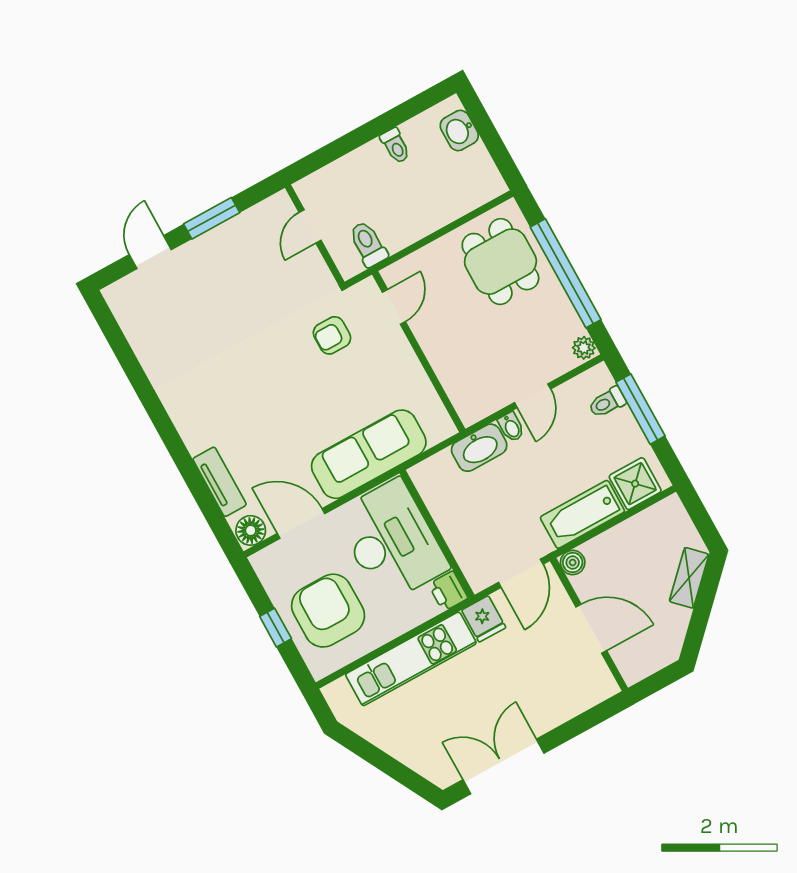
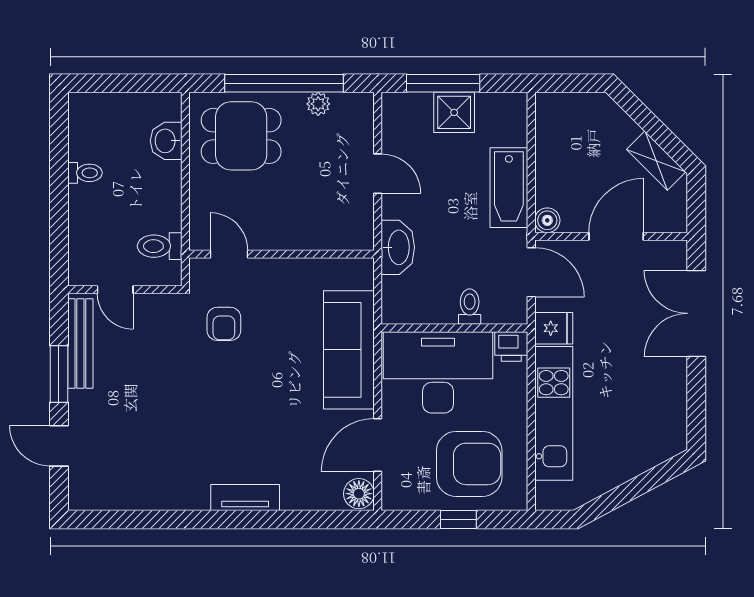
washbasin: (459, 131) -> (166, 141), moved, turned 90
bench: (248, 222) -> (80, 344), added
plant: (584, 348) -> (318, 104), moved
toilet: (607, 402) -> (470, 307), moved, turned 180
bidet: (511, 427) -> (395, 208), removed
tv unit: (220, 482) -> (245, 498), moved
shower: (635, 484) -> (454, 112), moved
shelving: (689, 578) -> (656, 161), moved
armchair: (328, 611) -> (469, 464), turned 180
double door: (503, 766) -> (696, 313), moved

